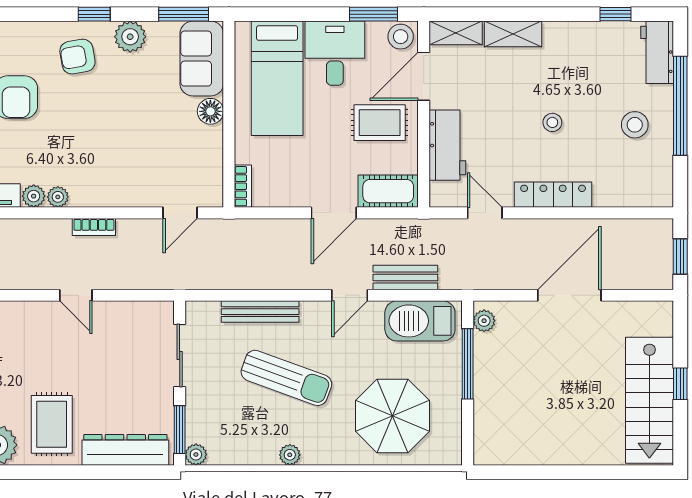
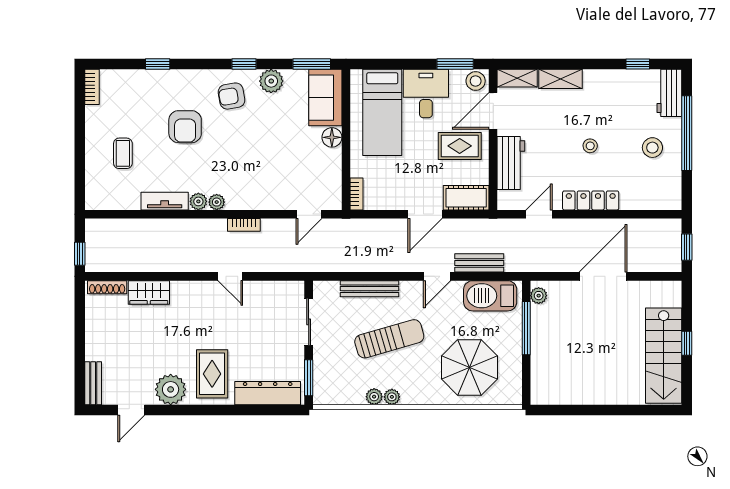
door: (485, 213) -> (539, 214), hinge flipped
sun lounger: (286, 378) -> (389, 339), turned -36
plant: (196, 455) -> (374, 397), moved

